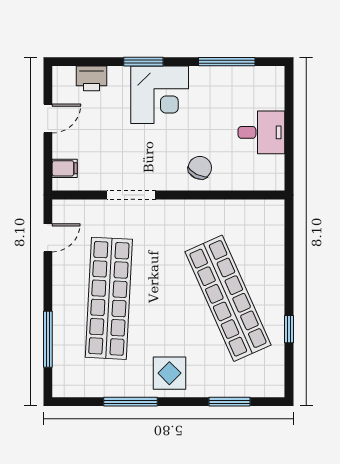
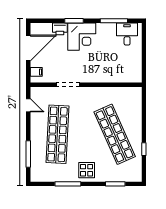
printer: (91, 78) -> (60, 29), moved
door: (48, 119) -> (28, 48), width x1.88
desk: (261, 132) -> (127, 34), moved, turned -90
chair: (200, 168) -> (101, 72), removed
door: (48, 238) -> (28, 105), hinge flipped

